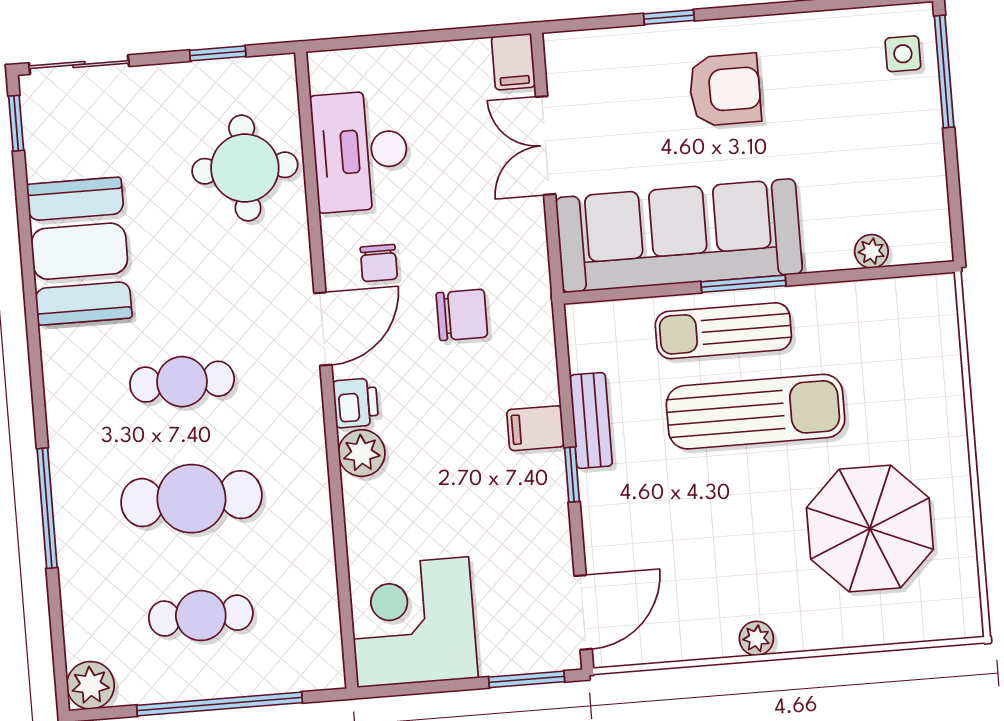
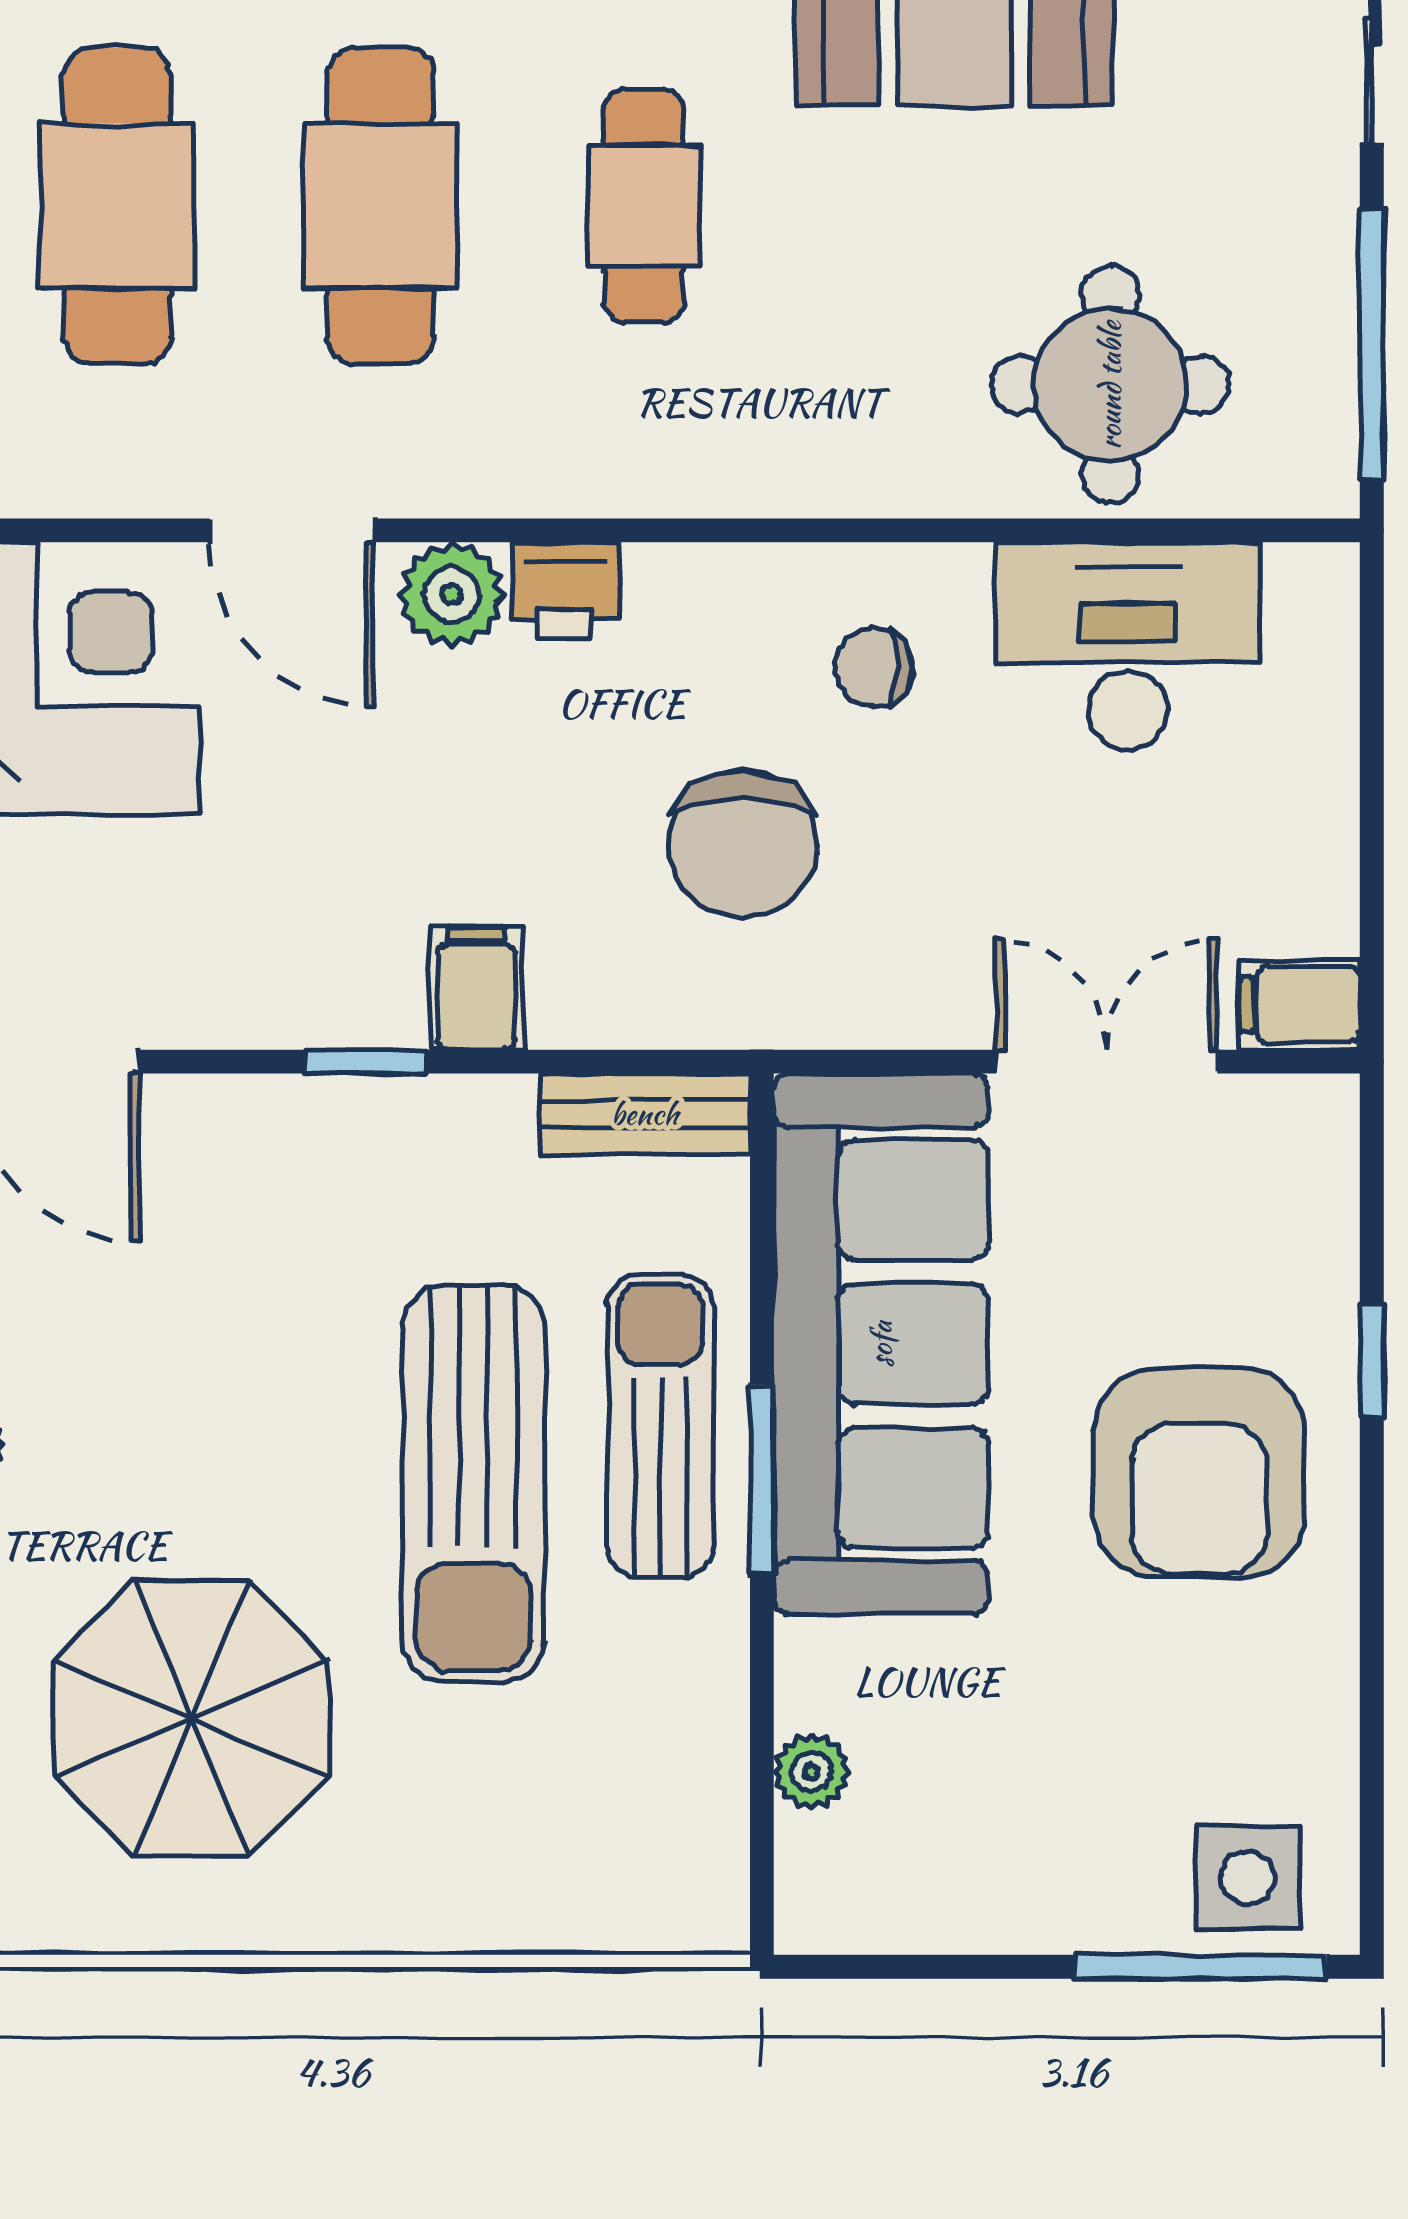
window: (218, 53) -> (1372, 345), width x2.17
side table: (903, 54) -> (1248, 1878), width x1.37, depth x1.37
armchair: (725, 90) -> (1199, 1473), width x1.36, depth x1.36
chair: (462, 315) -> (743, 844), width x1.37, depth x1.37
door: (323, 329) -> (292, 530), moved
bench: (591, 420) -> (645, 1114), moved
cafe table: (201, 616) -> (117, 206), width x1.37, depth x1.35

